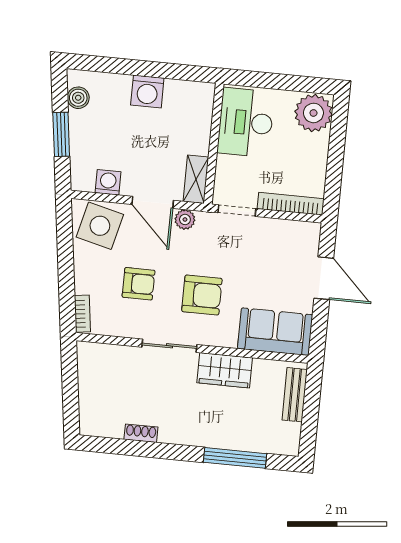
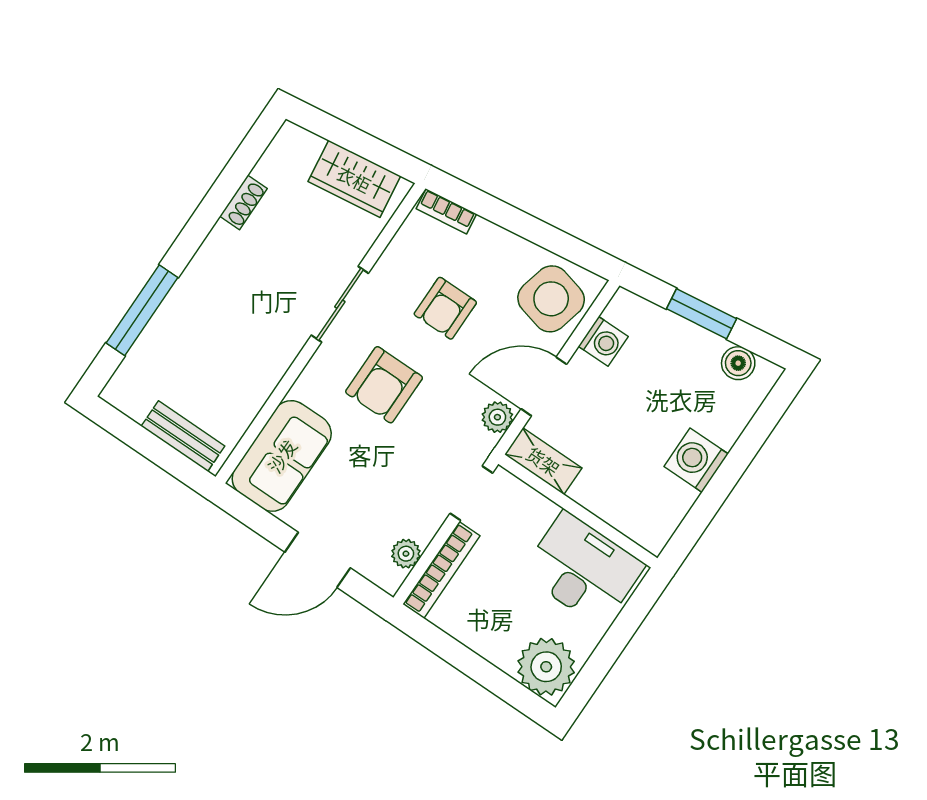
plant: (292, 229) -> (406, 554), added
wardrobe: (225, 370) -> (354, 179), moved, turned -98

